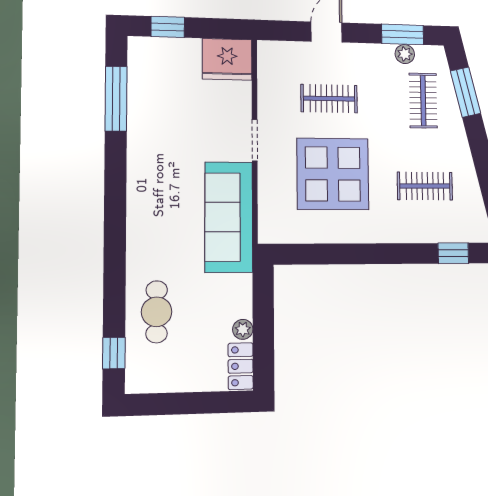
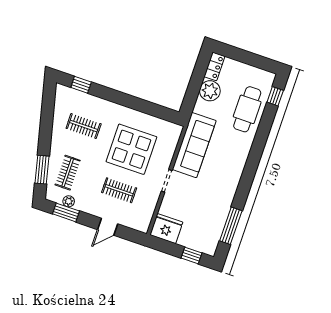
cafe table: (157, 312) -> (247, 109), width x1.37, depth x1.35
plant: (243, 329) -> (210, 91), width x1.87, depth x1.87

